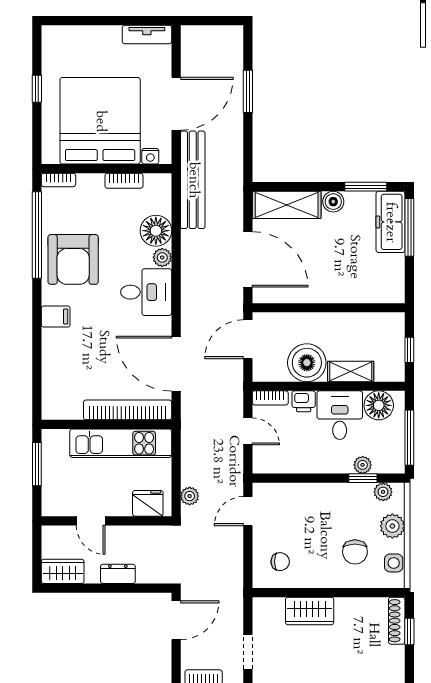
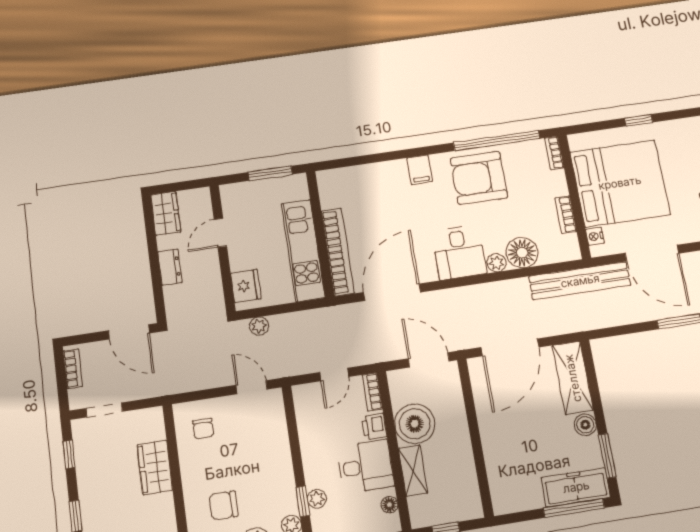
floor lamp: (379, 405) -> (389, 505), width x0.53, depth x0.53

